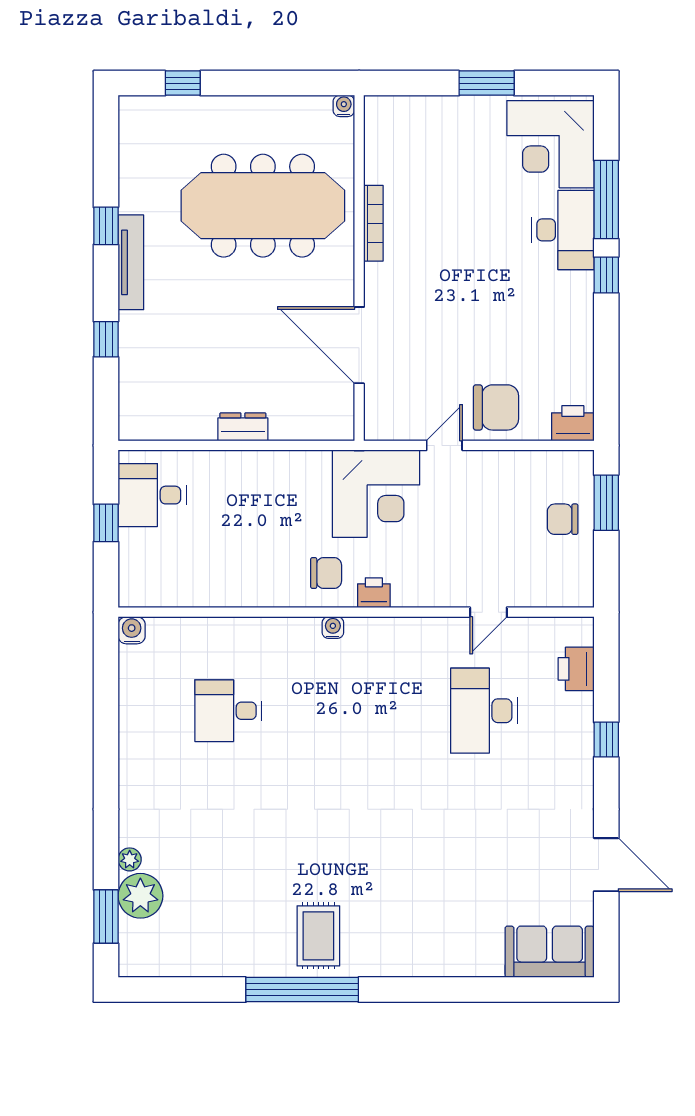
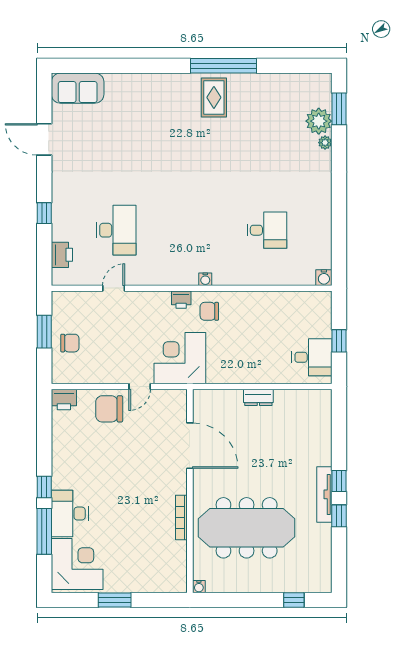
window: (106, 339) -> (339, 481), moved
window: (606, 503) -> (44, 332), moved

